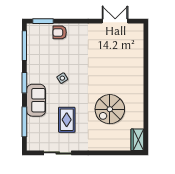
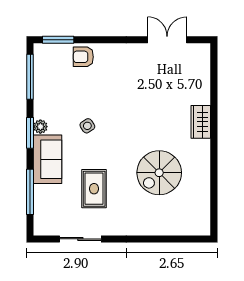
plant: (31, 79) -> (40, 127), added
wardrobe: (137, 140) -> (201, 122), moved

